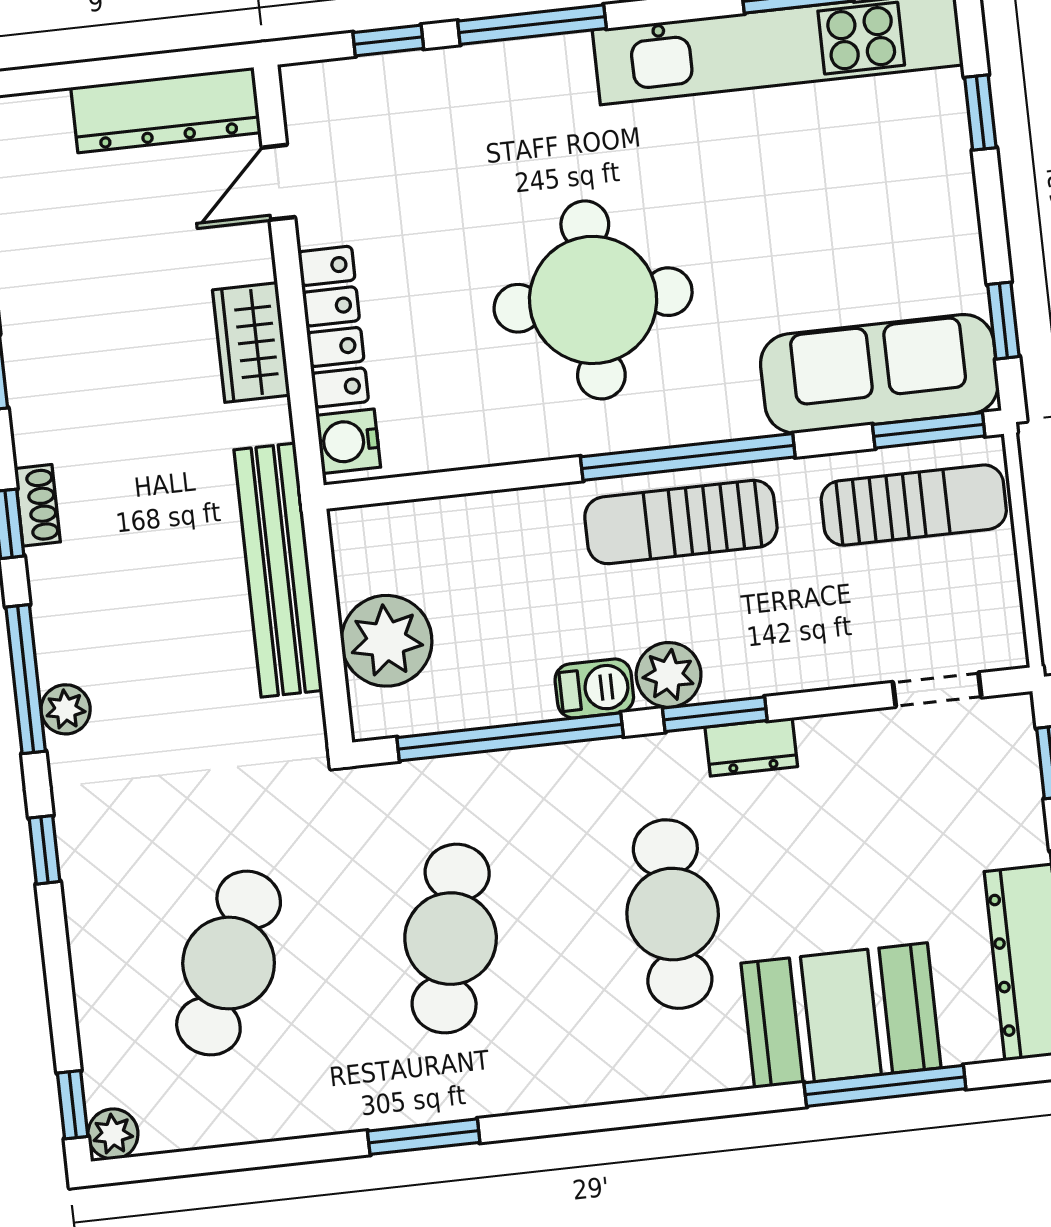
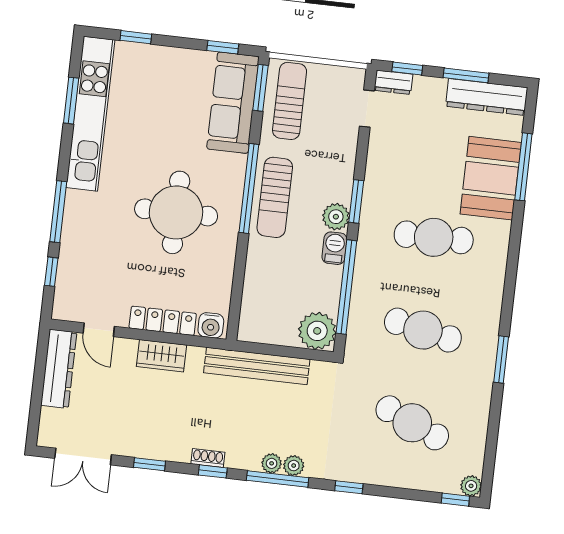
plant: (387, 641) -> (317, 331), moved
plant: (59, 657) -> (272, 463), added
dresser: (751, 747) -> (393, 82), moved, turned 90

